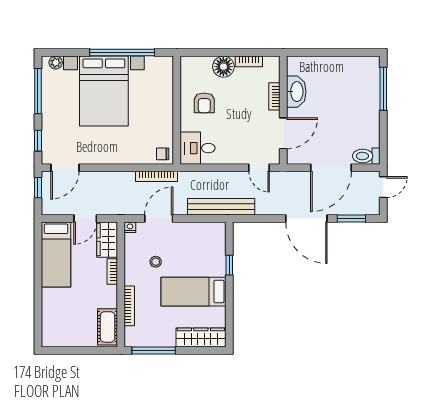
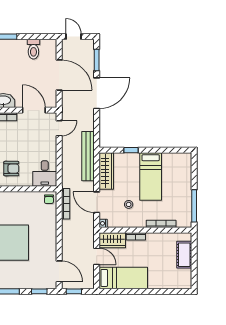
toilet: (366, 156) -> (33, 49), moved
cot: (108, 327) -> (184, 255), moved, turned 90
wardrobe: (201, 337) -> (106, 171), moved, turned 180

